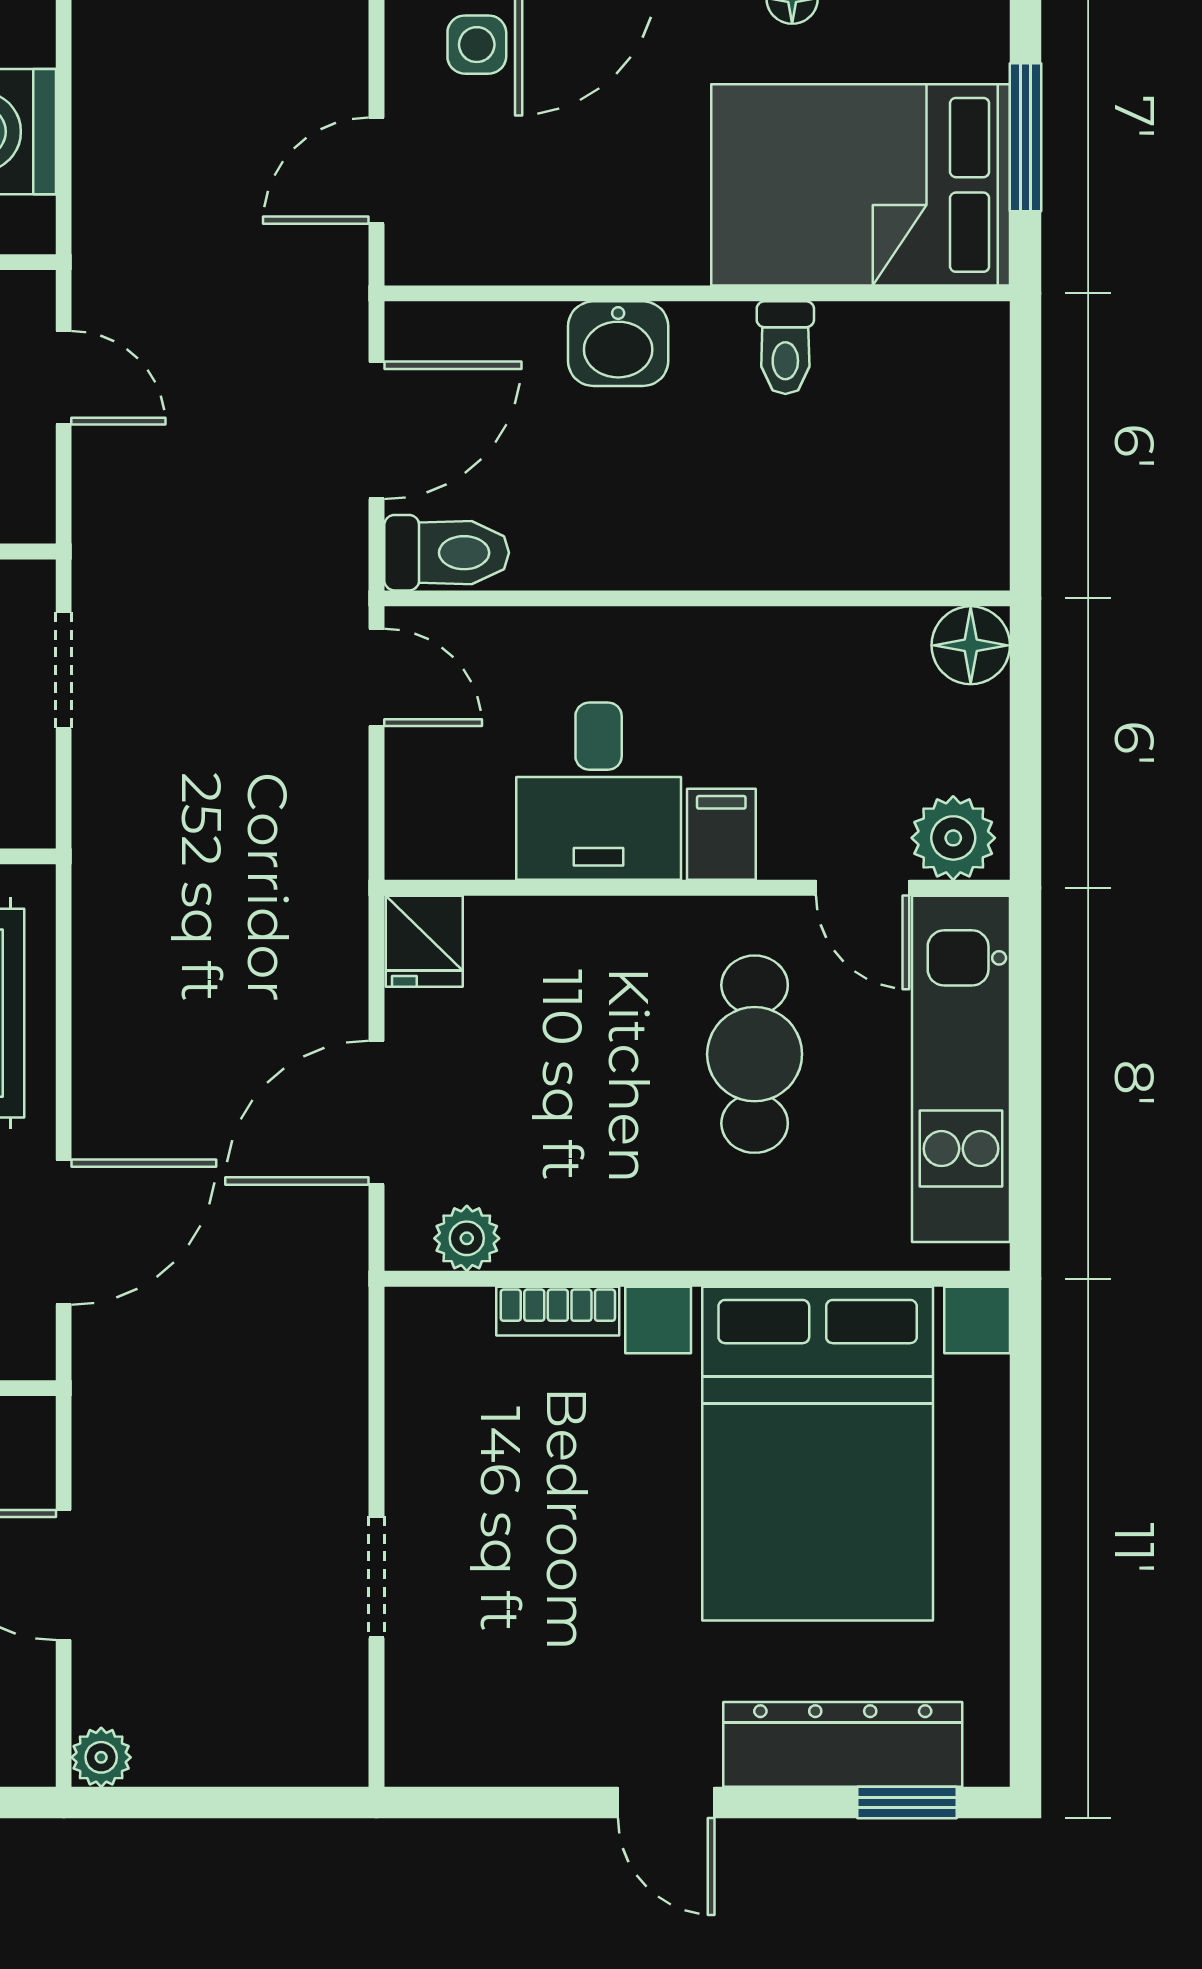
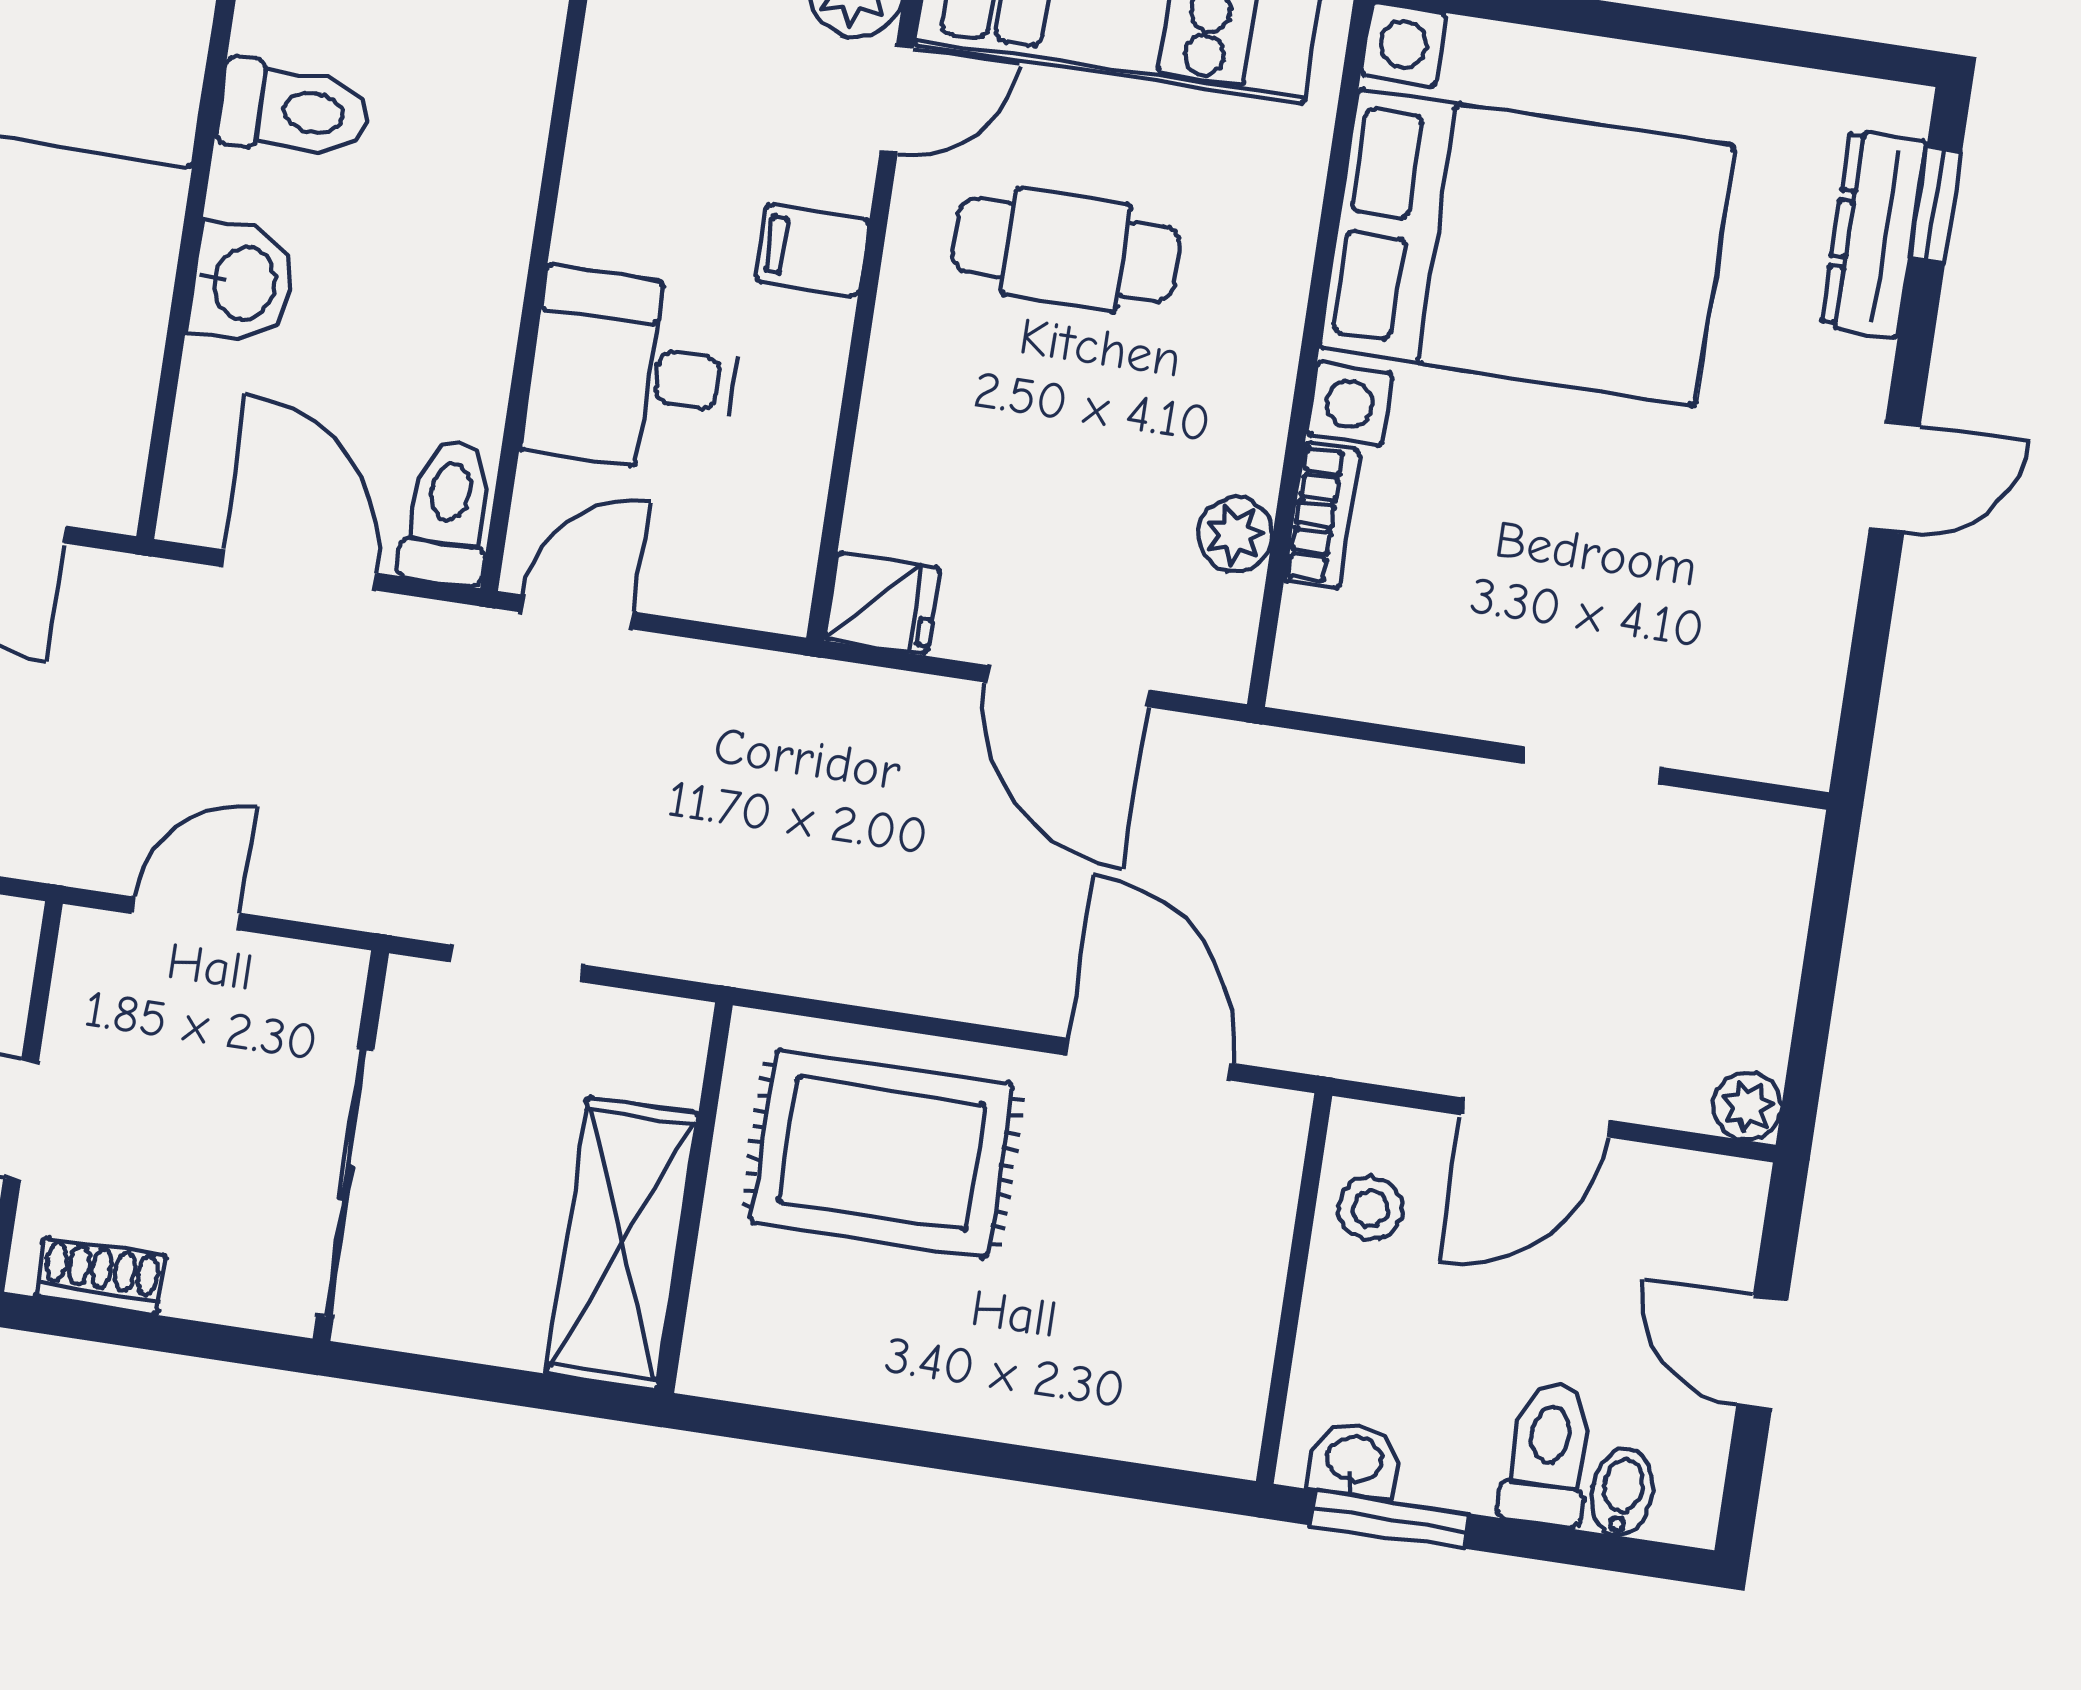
toilet: (785, 348) -> (293, 110), width x1.37, depth x1.39
desk: (599, 791) -> (633, 372), moved, turned 180
plant: (467, 1238) -> (1235, 534), moved
dresser: (843, 1744) -> (1874, 234), width x0.73, depth x0.80

